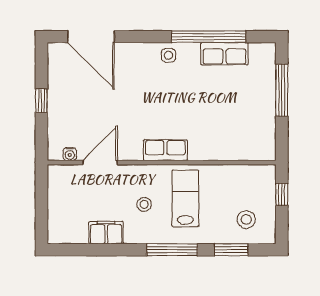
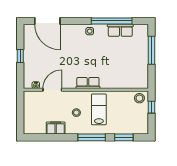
stool: (246, 219) -> (139, 98), moved

